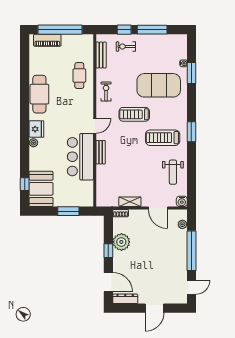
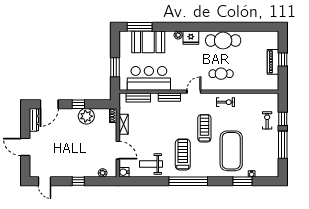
window: (60, 30) -> (283, 59), width x0.32
piano: (47, 40) -> (273, 62), moved
bench: (101, 55) -> (138, 97), moved
cafe table: (79, 76) -> (221, 74), moved
door: (95, 126) -> (194, 92), swing flipped
window: (191, 132) -> (188, 181), width x2.11
bar counter: (80, 157) -> (149, 78), moved
window: (25, 184) -> (140, 27), width x2.17
booth: (41, 189) -> (148, 42), moved
door: (158, 208) -> (118, 150), swing flipped
window: (191, 251) -> (78, 181), width x0.32

